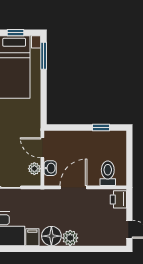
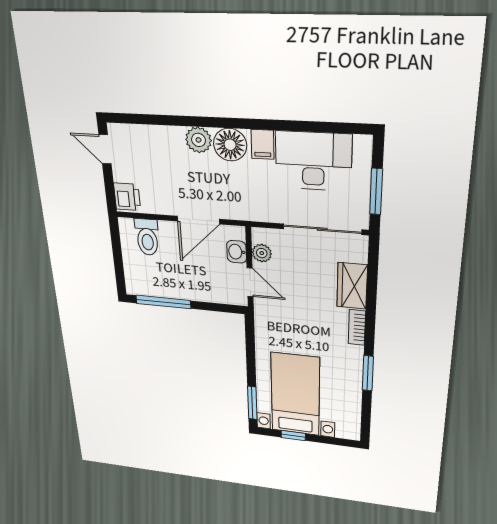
window: (101, 127) -> (163, 302), width x2.17

